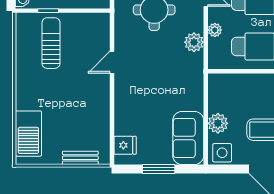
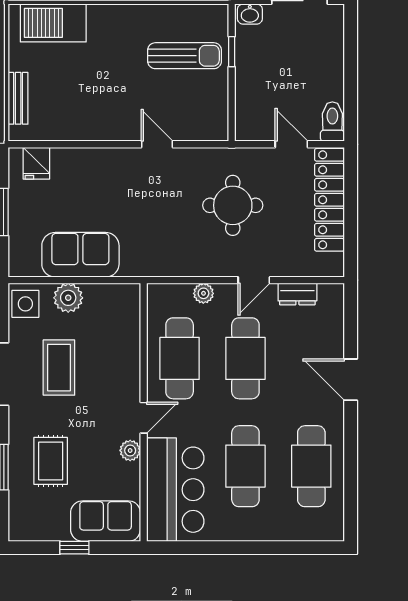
plant: (194, 42) -> (186, 263), removed
sofa: (188, 138) -> (80, 255), moved

